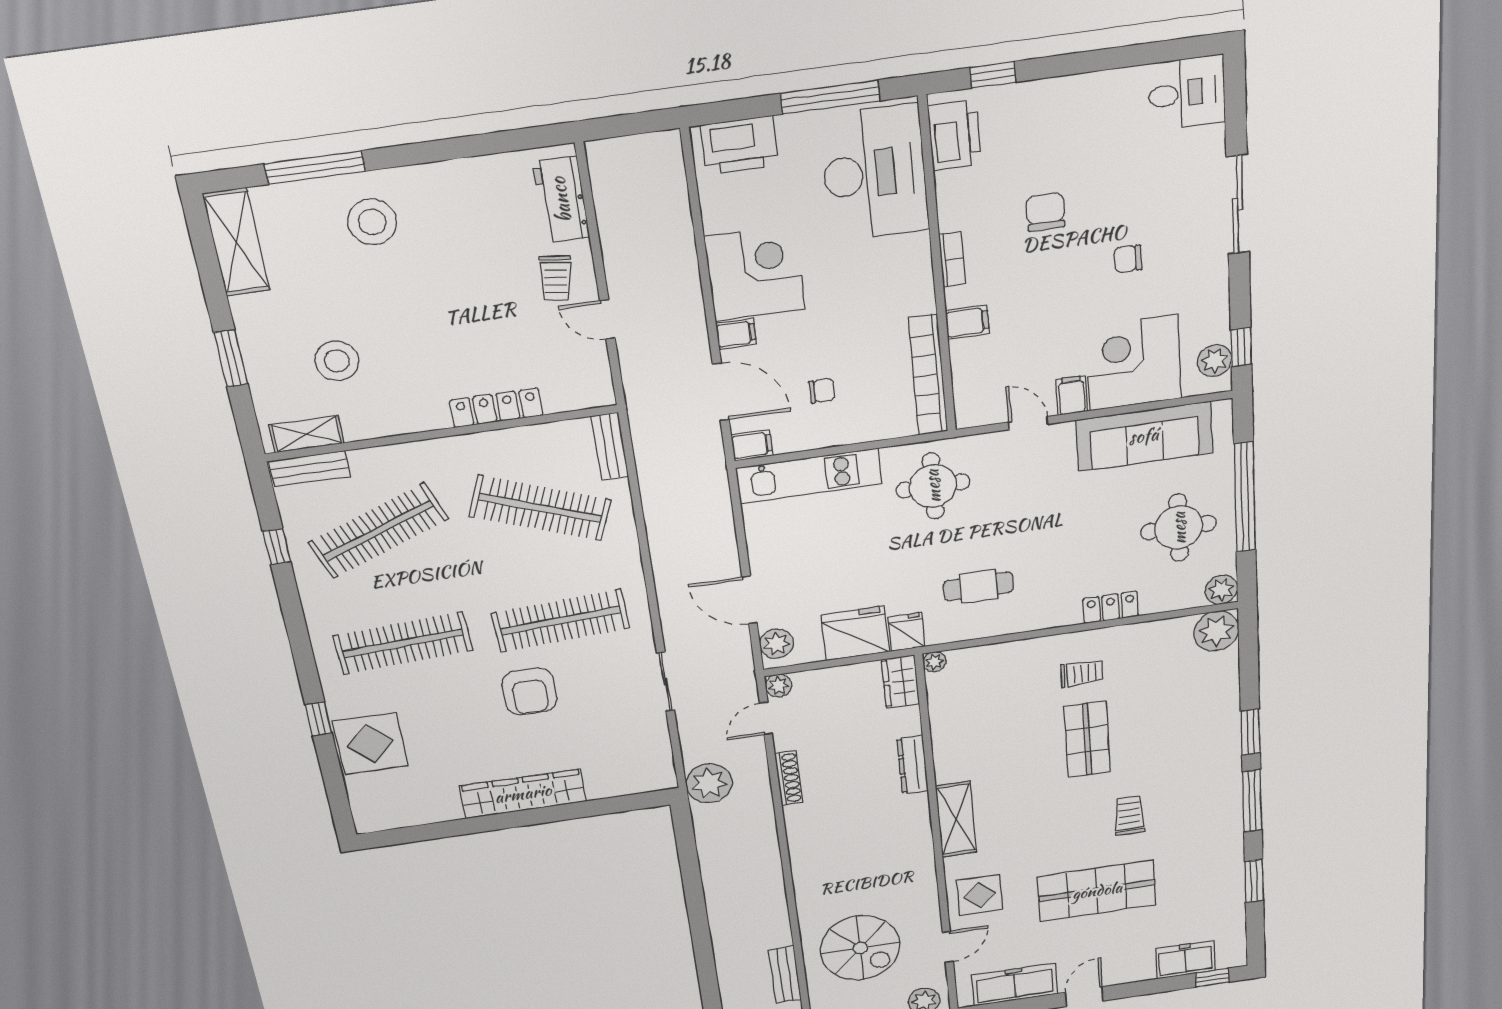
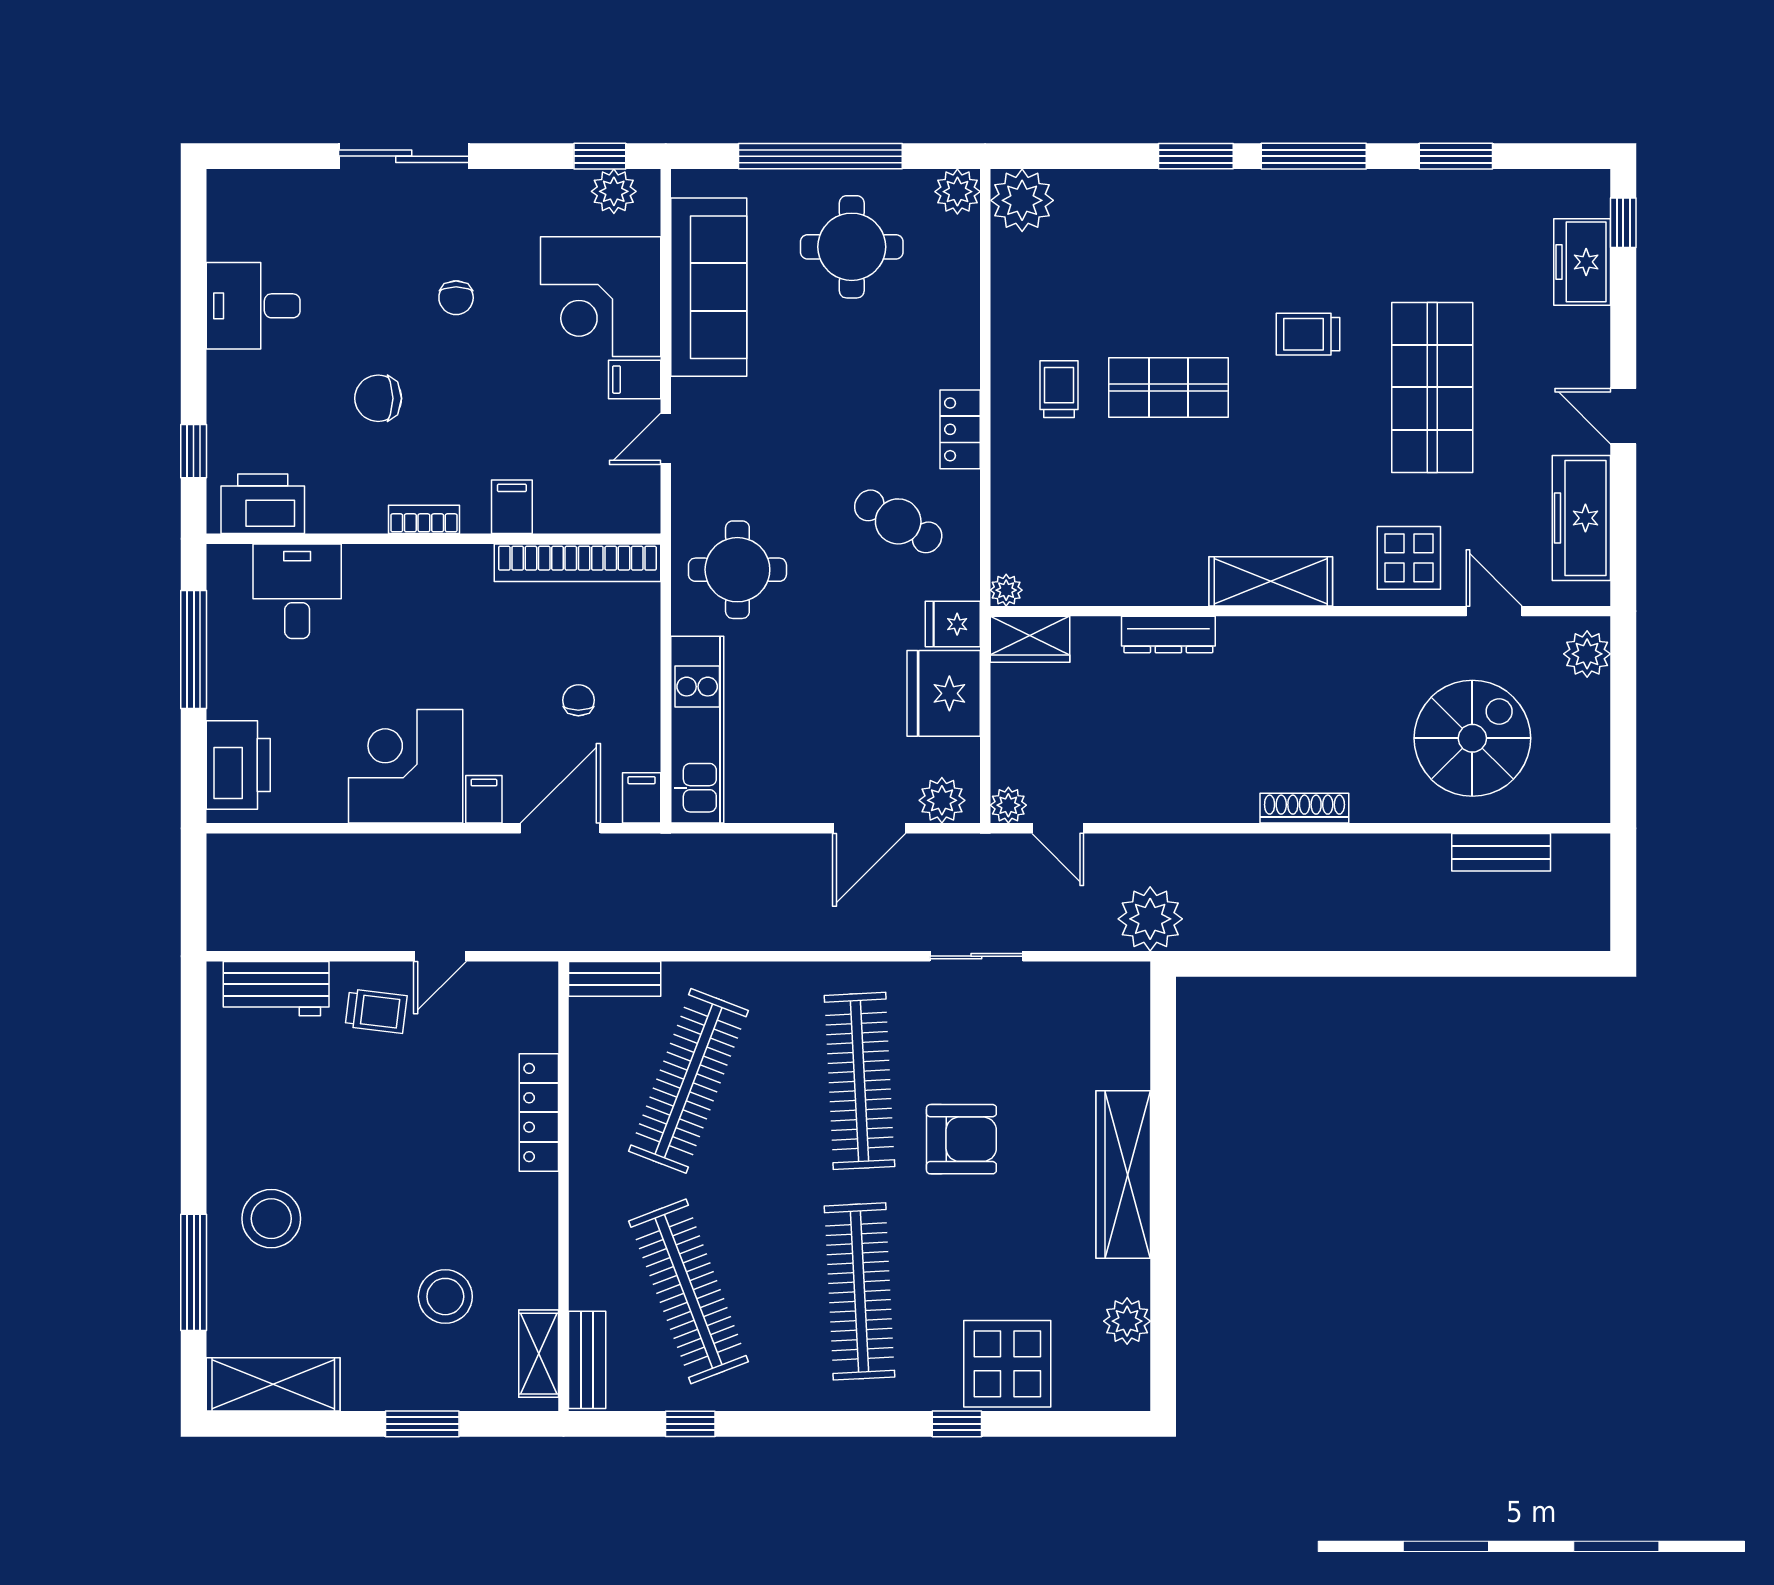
desk: (1187, 93) -> (253, 306), moved, turned -90
desk: (874, 173) -> (297, 591), width x0.53, depth x0.77
cafe table: (978, 586) -> (898, 521), turned -61
locker: (1111, 607) -> (960, 429), moved
shoe rack: (789, 778) -> (1304, 808), moved
plant: (418, 811) -> (1127, 1321), added

